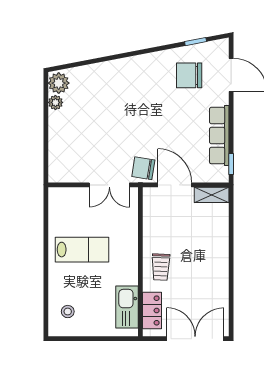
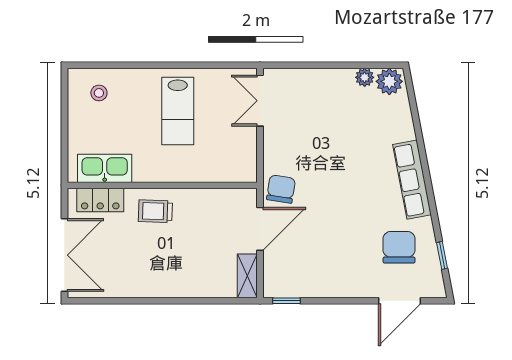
row of seats: (219, 136) -> (412, 180), moved, turned -101
double door: (109, 185) -> (260, 101), moved

